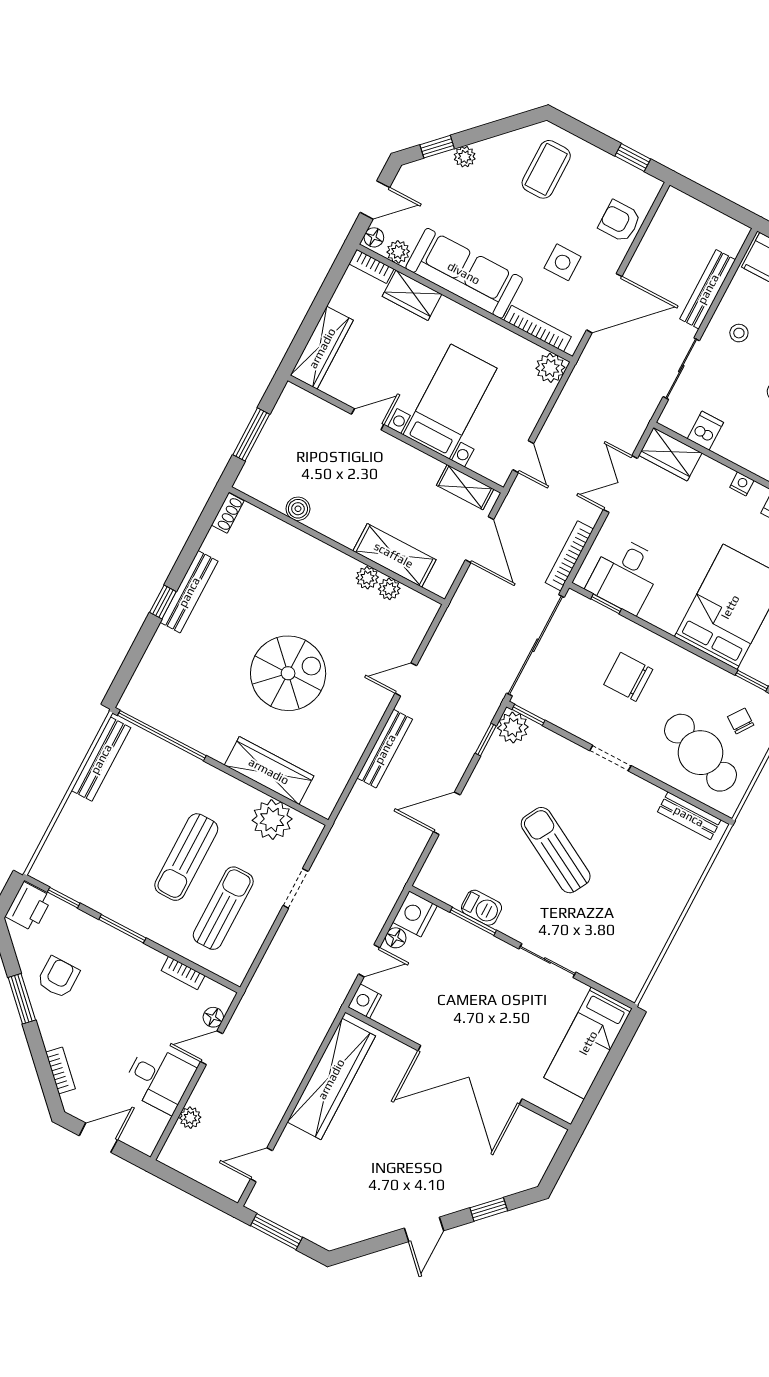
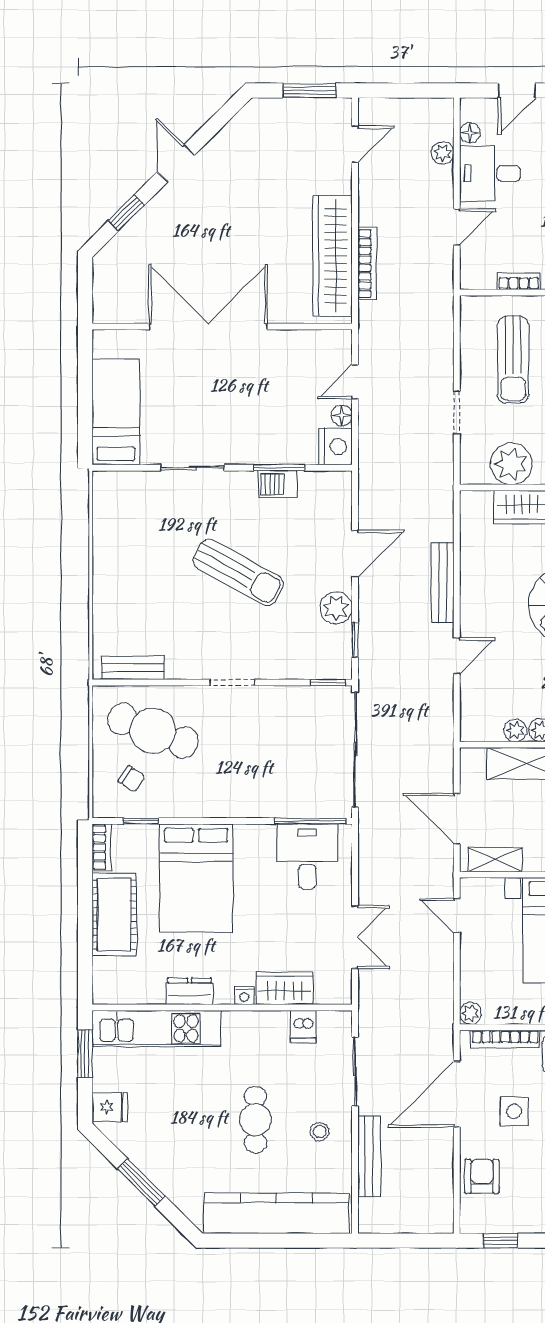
armchair: (620, 221) -> (482, 1176), turned -90
plant: (550, 368) -> (471, 1013), width x0.73, depth x0.73
wardrobe: (670, 454) -> (285, 988), moved
bookcase: (569, 556) -> (367, 264), moved
window: (606, 604) -> (310, 821), width x2.17
chair: (628, 677) -> (255, 765), removed
plant: (513, 727) -> (336, 608), moved
nightstand: (365, 1001) -> (340, 343), removed
floor lamp: (213, 1017) -> (470, 133), moved

